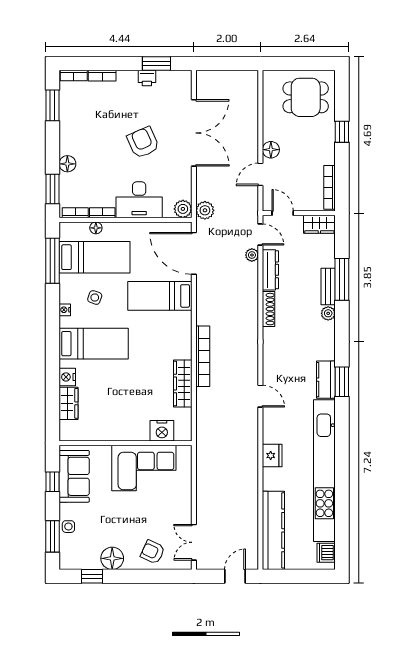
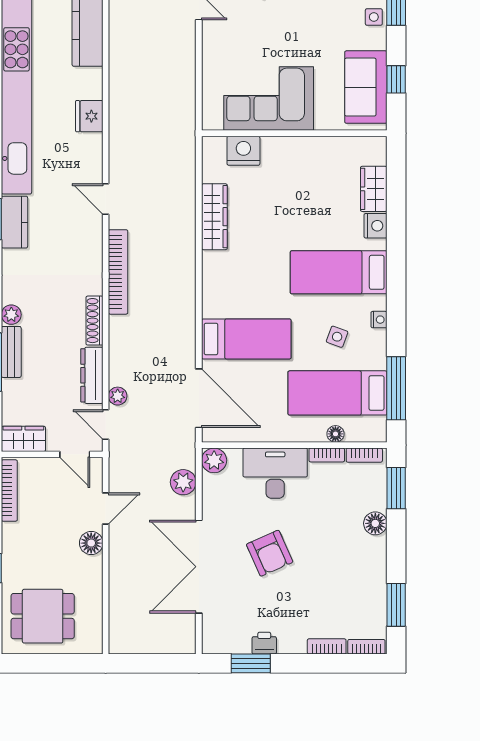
plant: (205, 210) -> (183, 482), moved
bookcase: (203, 356) -> (118, 272), moved, turned 180

